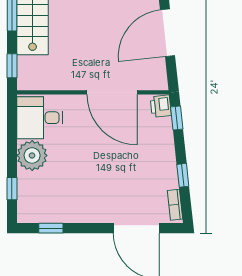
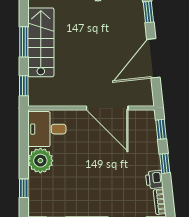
printer: (161, 106) -> (154, 179), moved
window: (183, 175) -> (165, 163), moved

